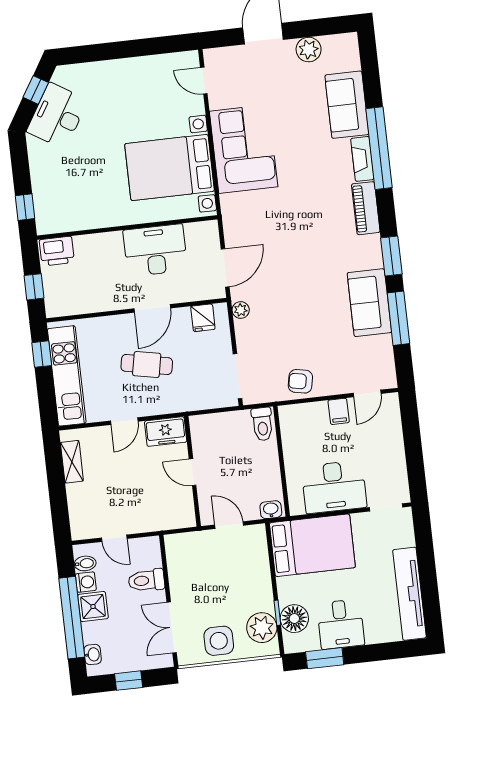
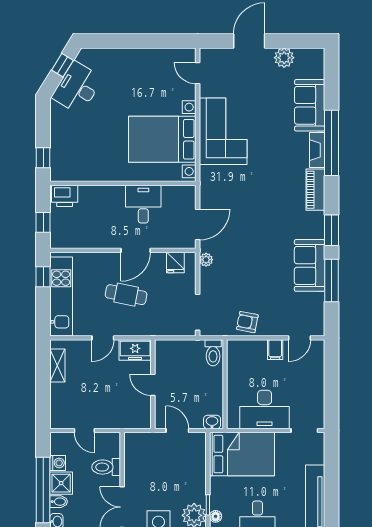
desk: (155, 250) -> (143, 204), width x0.73
bidet: (85, 563) -> (59, 502), moved
floor lamp: (294, 619) -> (216, 516), width x0.53, depth x0.53

